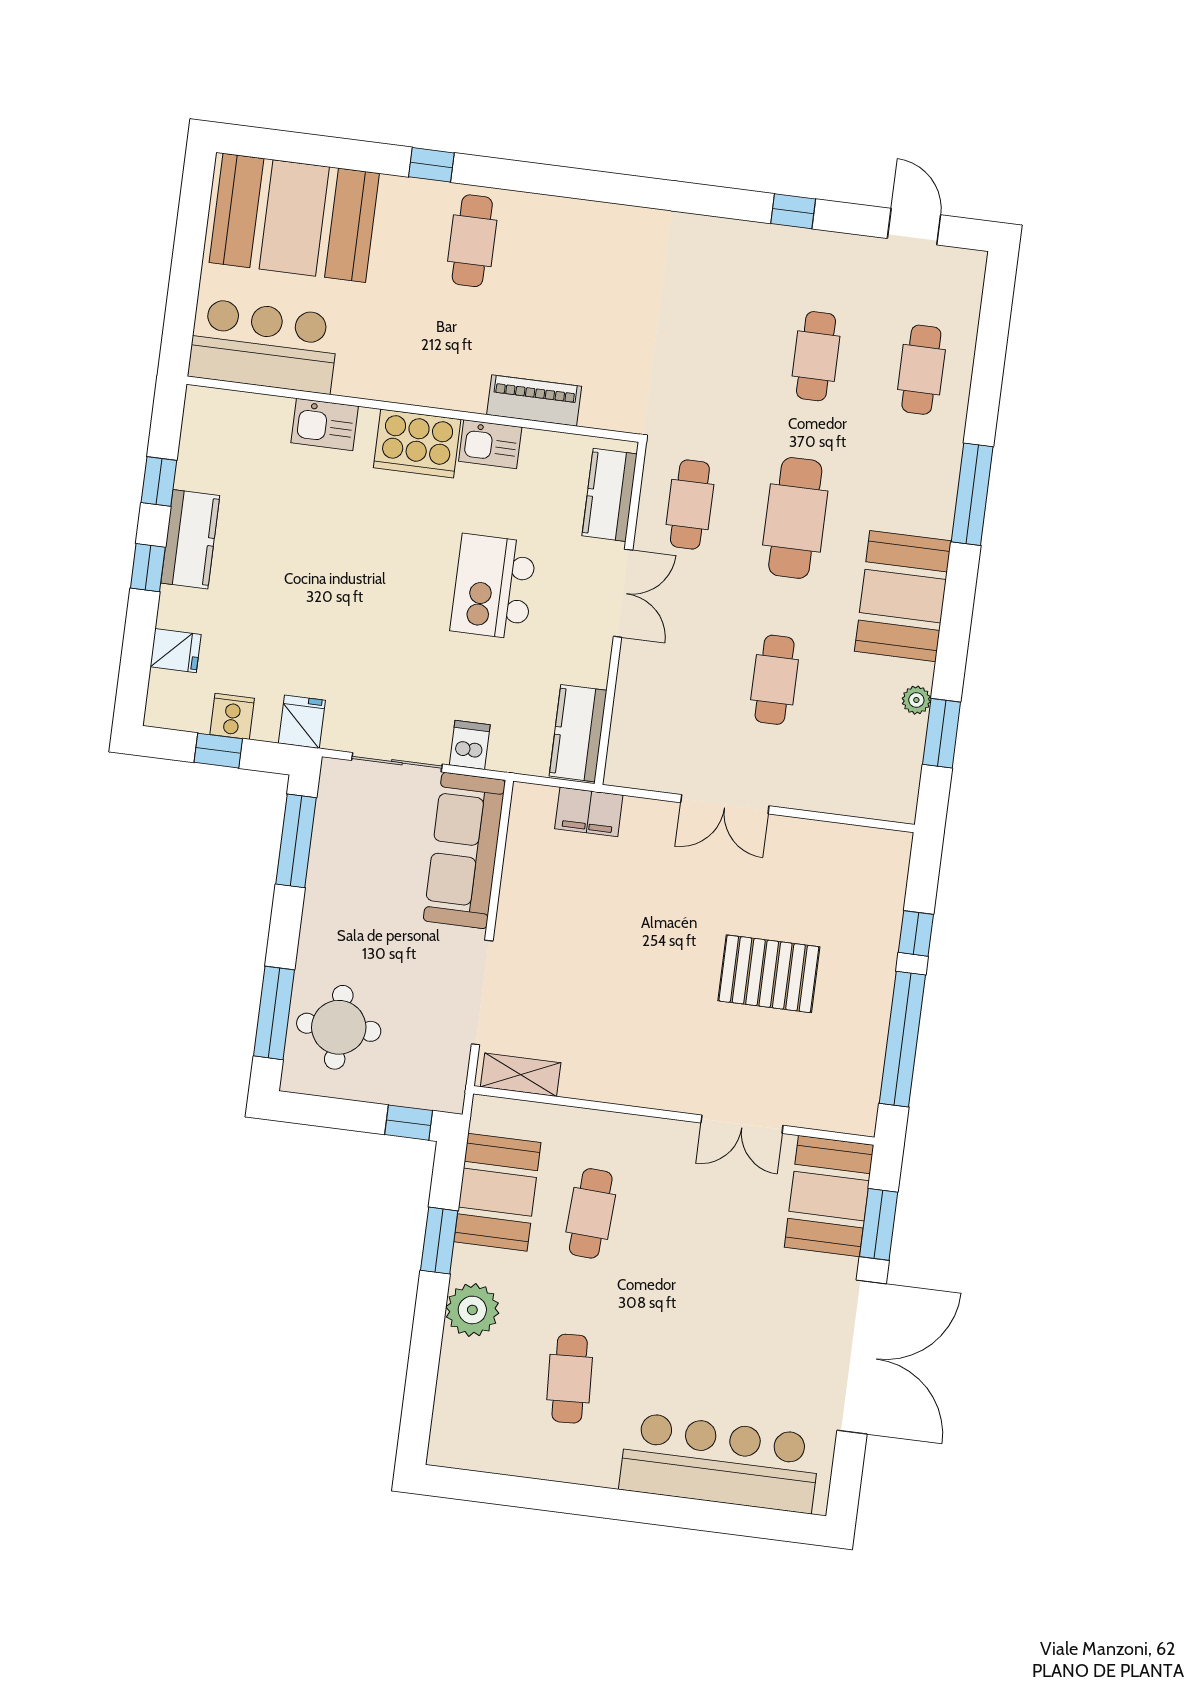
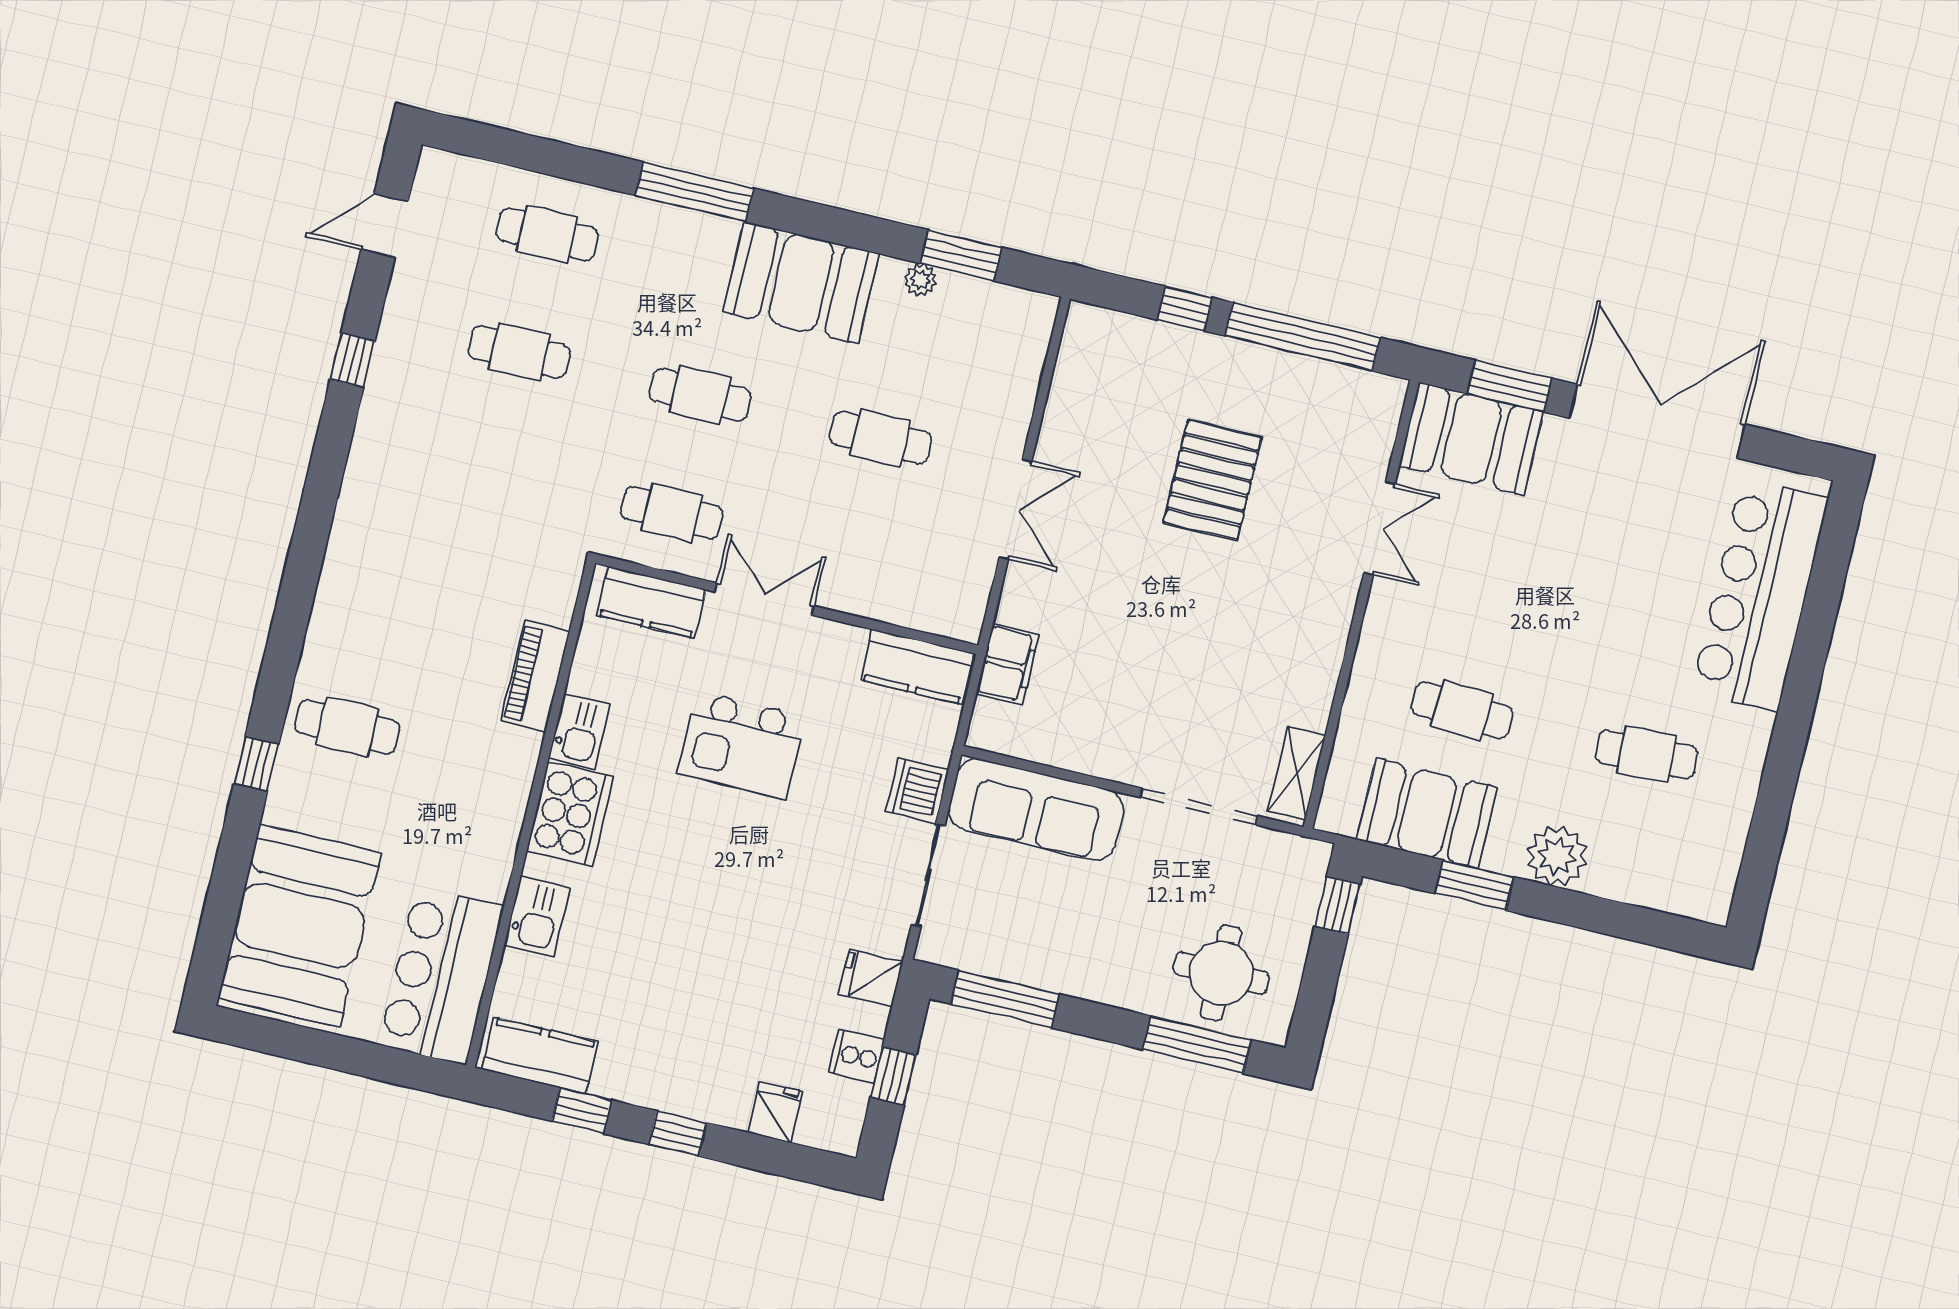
cafe table: (795, 518) -> (700, 395), width x0.73, depth x0.74
kitchen counter: (190, 539) -> (540, 1056), moved
dishwasher: (470, 745) -> (917, 791), width x1.38

